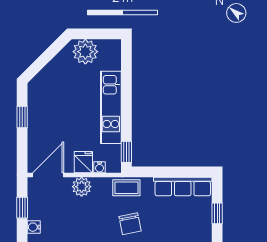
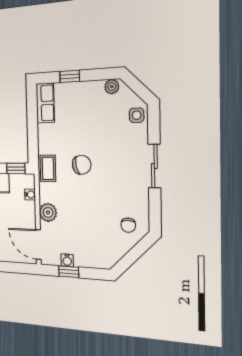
fridge: (83, 162) -> (26, 210), removed
row of seats: (183, 187) -> (45, 103), width x0.68
water cooler: (34, 227) -> (67, 260), moved

